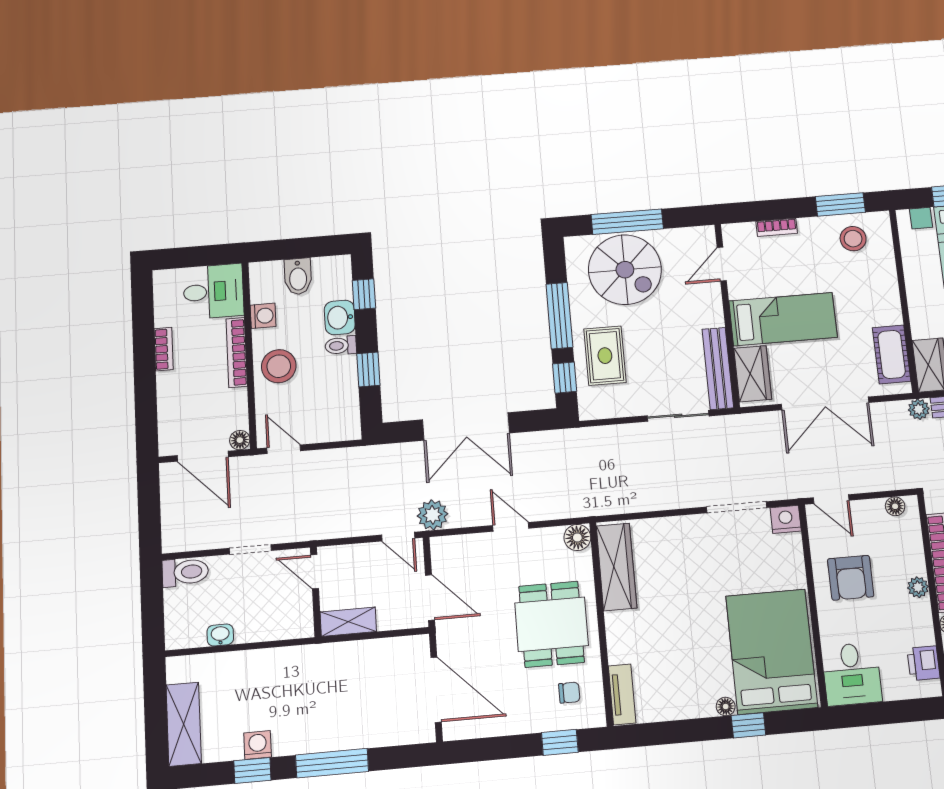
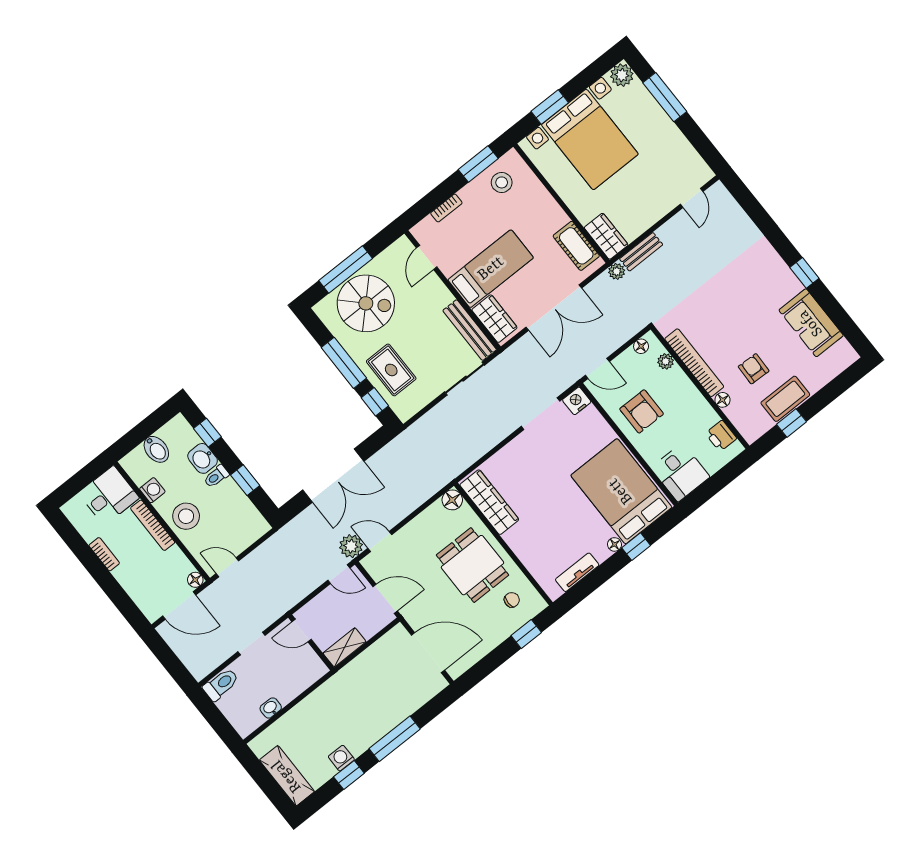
door: (511, 527) -> (380, 541), moved
plant: (918, 587) -> (666, 361), moved
tv unit: (622, 694) -> (577, 572), moved, turned -90

